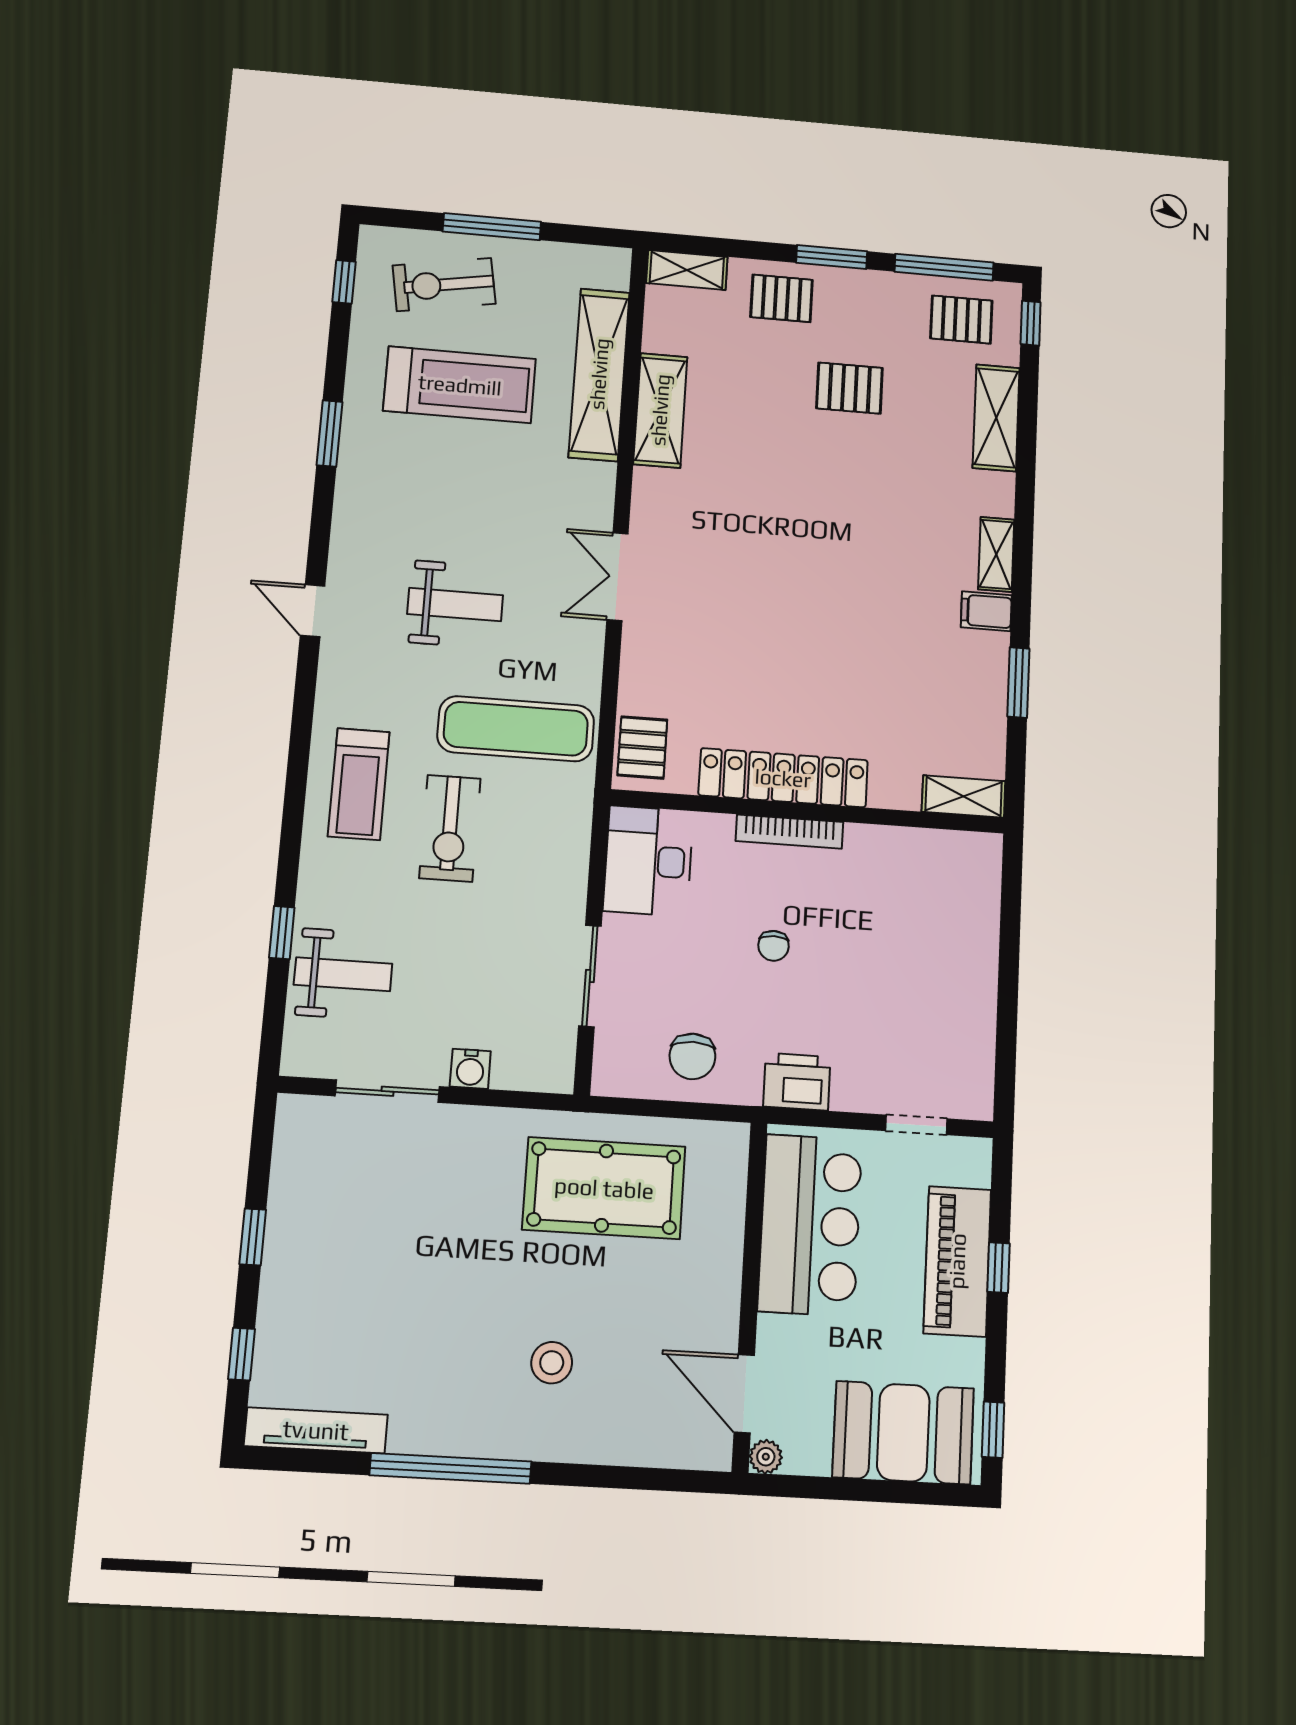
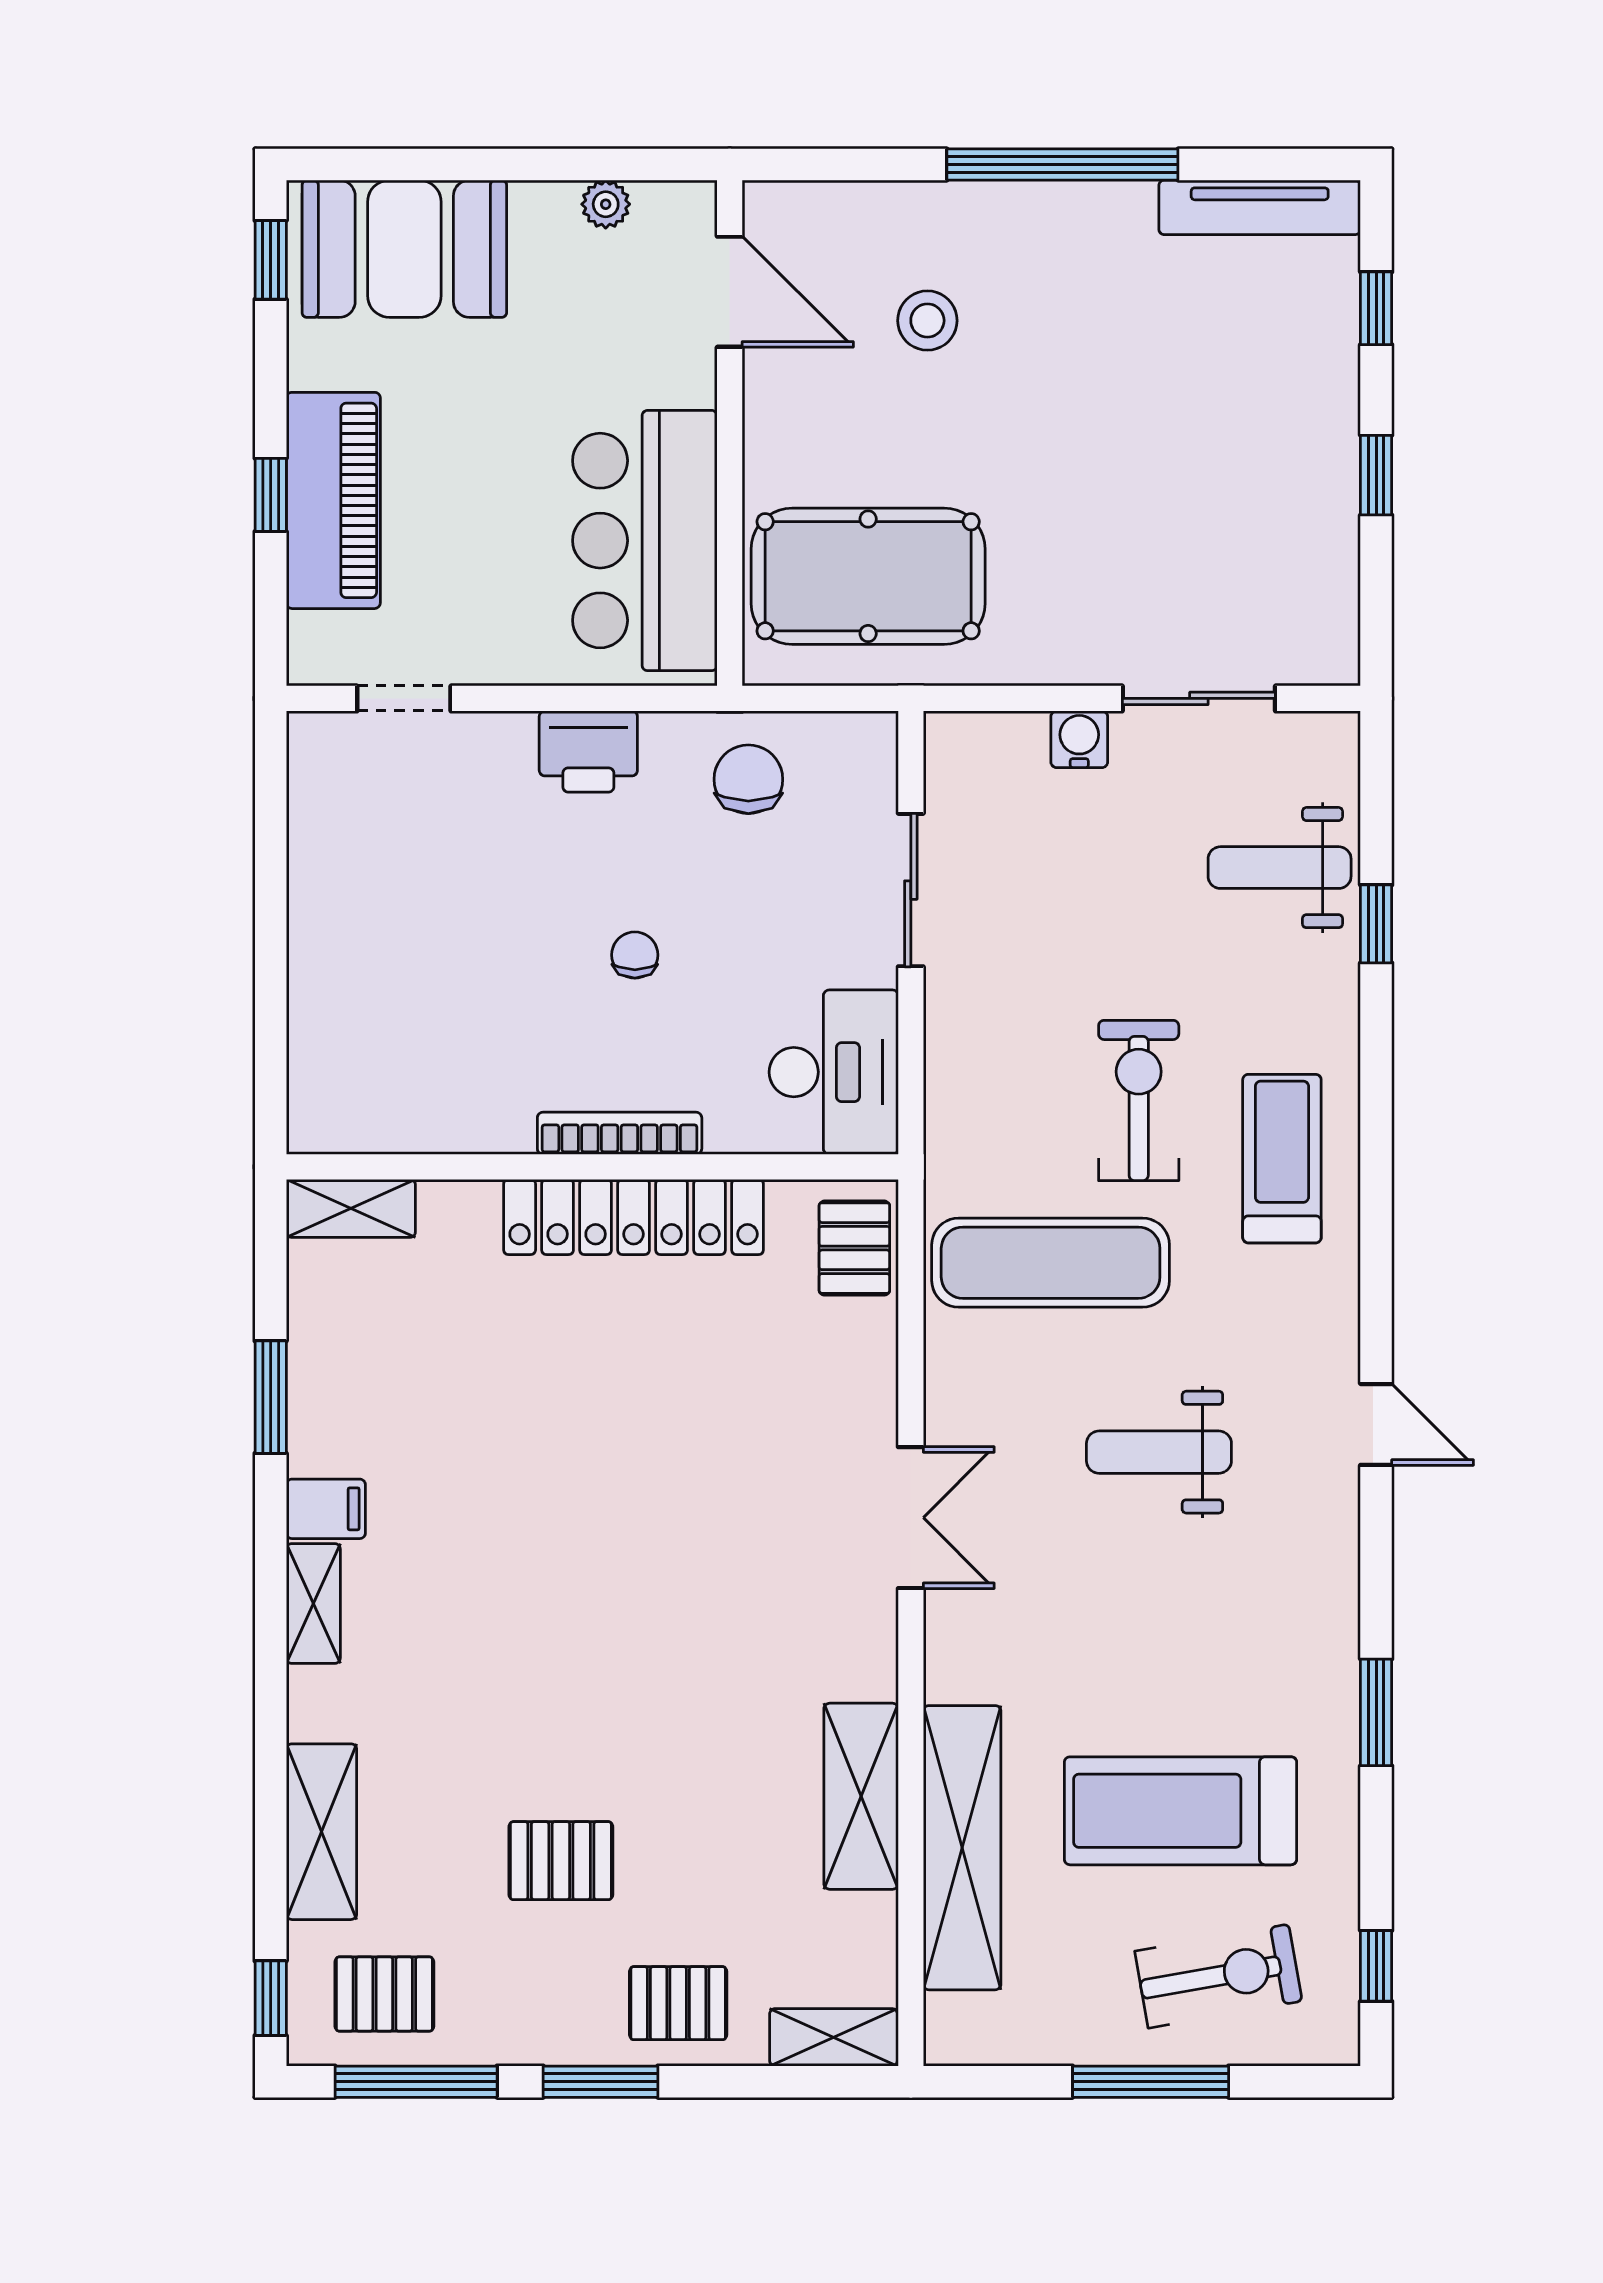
bar counter: (810, 1225) -> (645, 541), moved
wall: (750, 1295) -> (730, 433), moved
door: (744, 1394) -> (730, 292), moved

